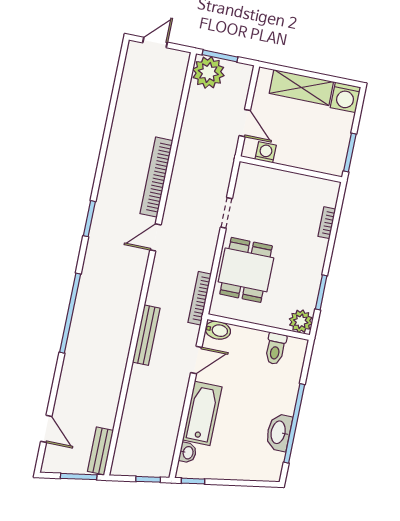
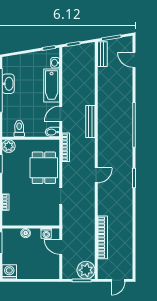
shelving: (301, 88) -> (34, 272), removed
boiler: (302, 160) -> (26, 233), added
bookcase: (156, 177) -> (102, 237), moved

